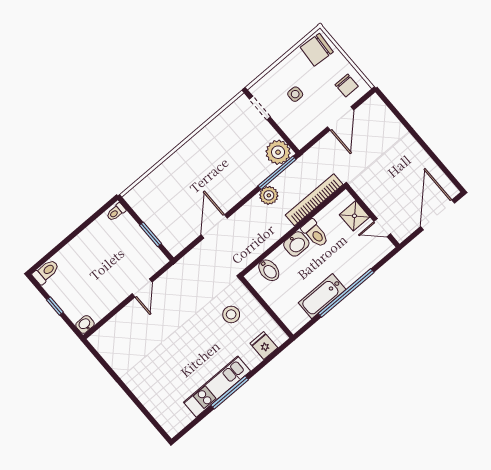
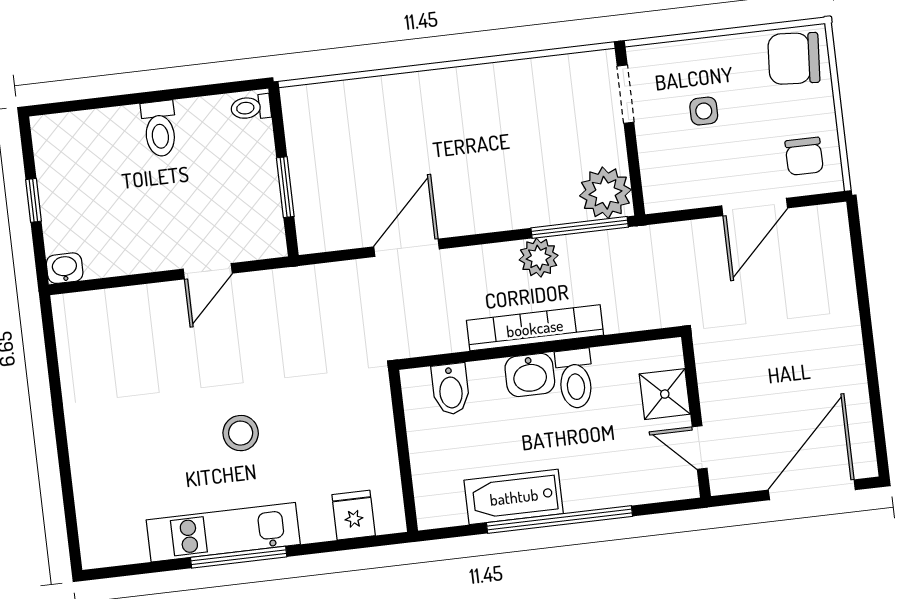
bookcase: (314, 200) -> (535, 328), moved
toilet: (46, 272) -> (159, 129), moved, turned 90
stool: (231, 314) -> (241, 433), moved

